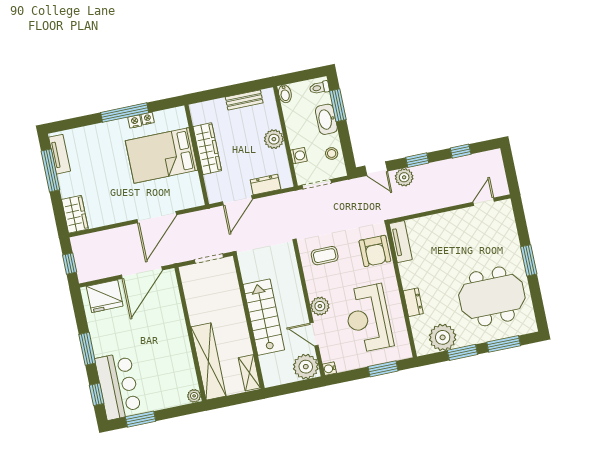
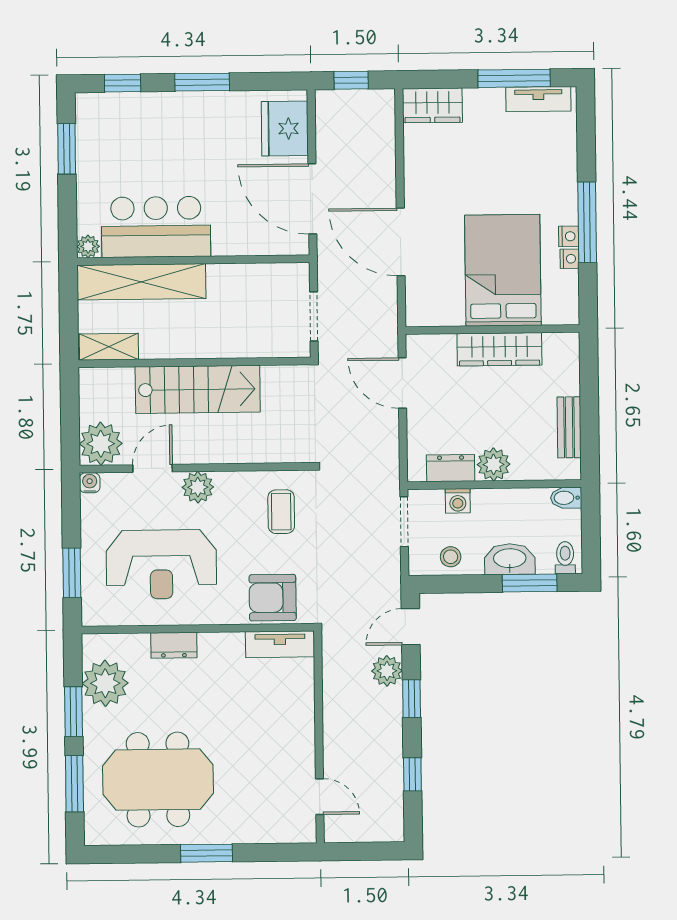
dresser: (265, 185) -> (451, 468), moved, turned -90
meeting table: (492, 296) -> (158, 780), turned 90
reception desk: (368, 318) -> (161, 564), turned 180
bar counter: (118, 386) -> (156, 227), moved, turned 180

